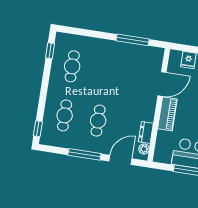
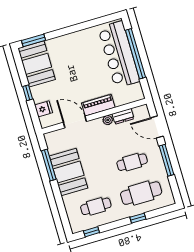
booth: (117, 56) -> (69, 172), added
cafe table: (65, 115) -> (141, 193), width x1.37, depth x1.35
window: (38, 129) -> (138, 218), moved
plant: (144, 149) -> (108, 120), moved

